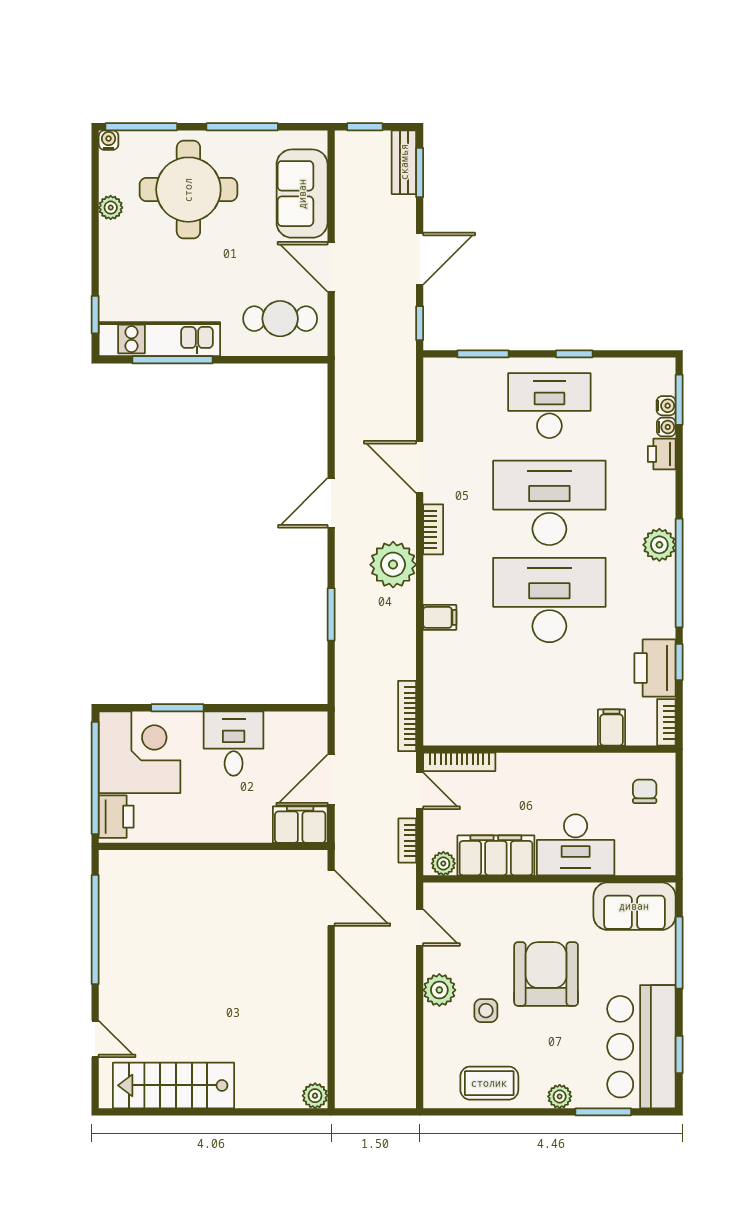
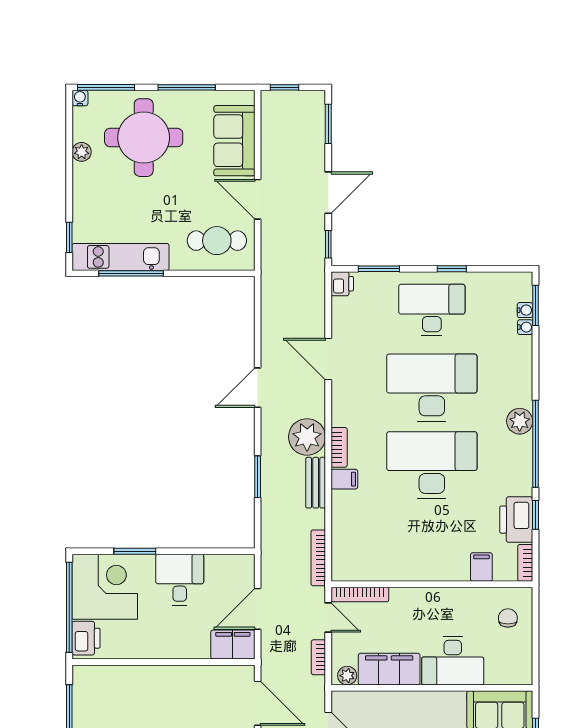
bench: (404, 162) -> (316, 483), moved
printer: (662, 454) -> (342, 284), moved, turned 180
bookcase: (433, 529) -> (339, 447), moved

